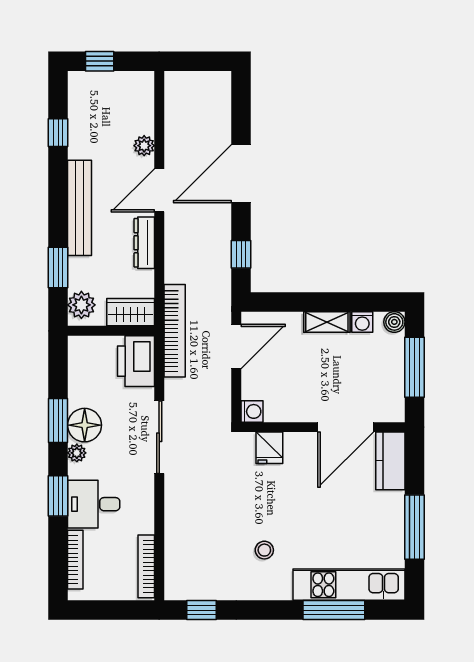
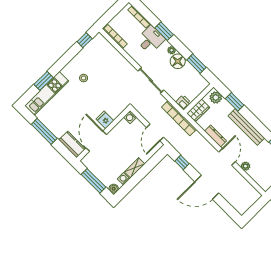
door: (241, 174) -> (207, 187), swing flipped
printer: (136, 361) -> (183, 102), width x0.53, depth x0.68
window: (58, 421) -> (196, 64), moved
fridge: (269, 448) -> (105, 120), moved
window: (334, 610) -> (44, 81), width x0.69

